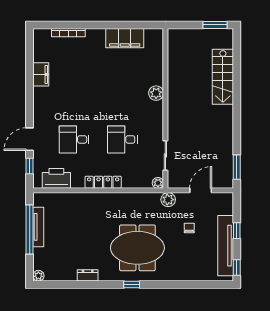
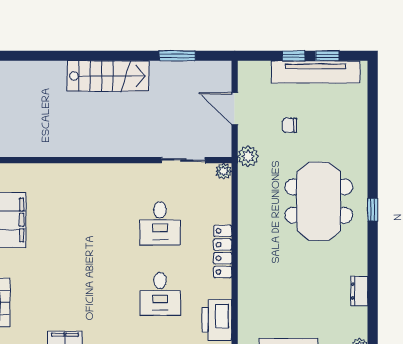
stairs: (223, 77) -> (108, 76), moved
plant: (156, 93) -> (92, 174), removed
window: (237, 167) -> (177, 56), moved
window: (237, 267) -> (327, 56), moved
dresser: (88, 275) -> (359, 291), moved

